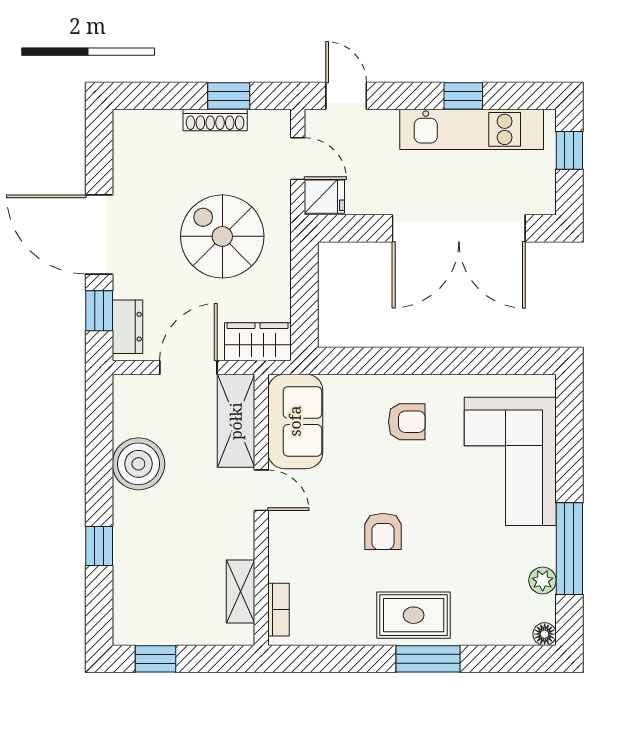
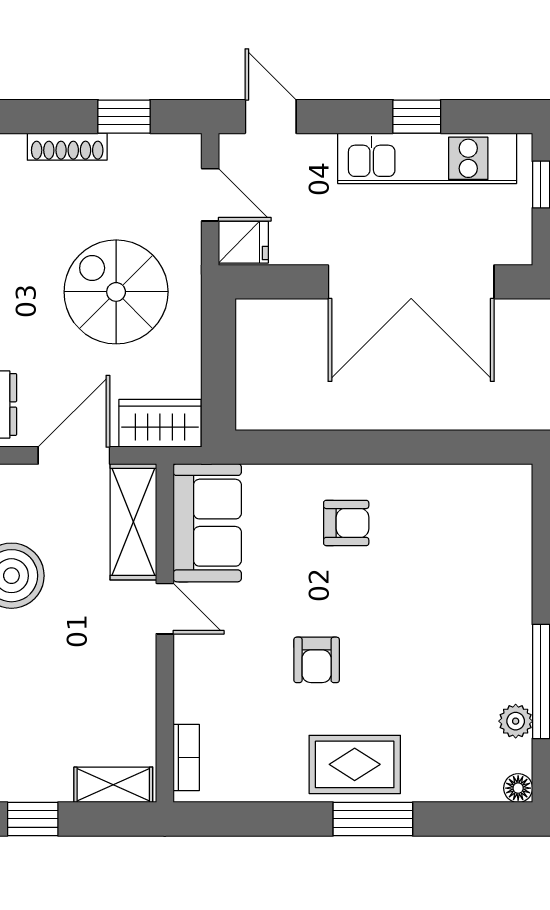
shoe rack: (215, 120) -> (67, 147), moved
corner sofa: (510, 461) -> (475, 572), removed
shelving: (240, 592) -> (113, 785), moved, turned 90

